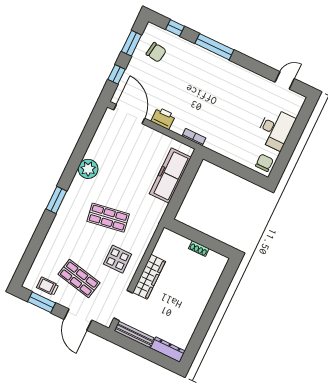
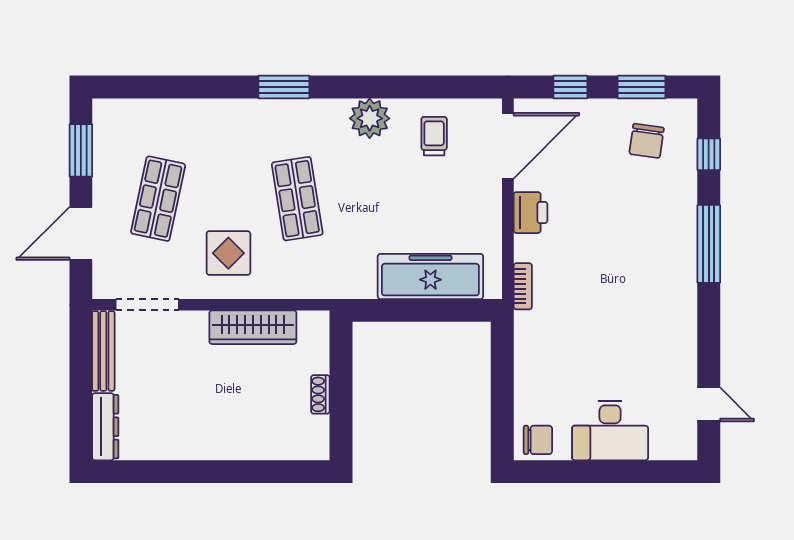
wardrobe: (149, 277) -> (253, 327), moved
trolley: (47, 286) -> (434, 136), moved

